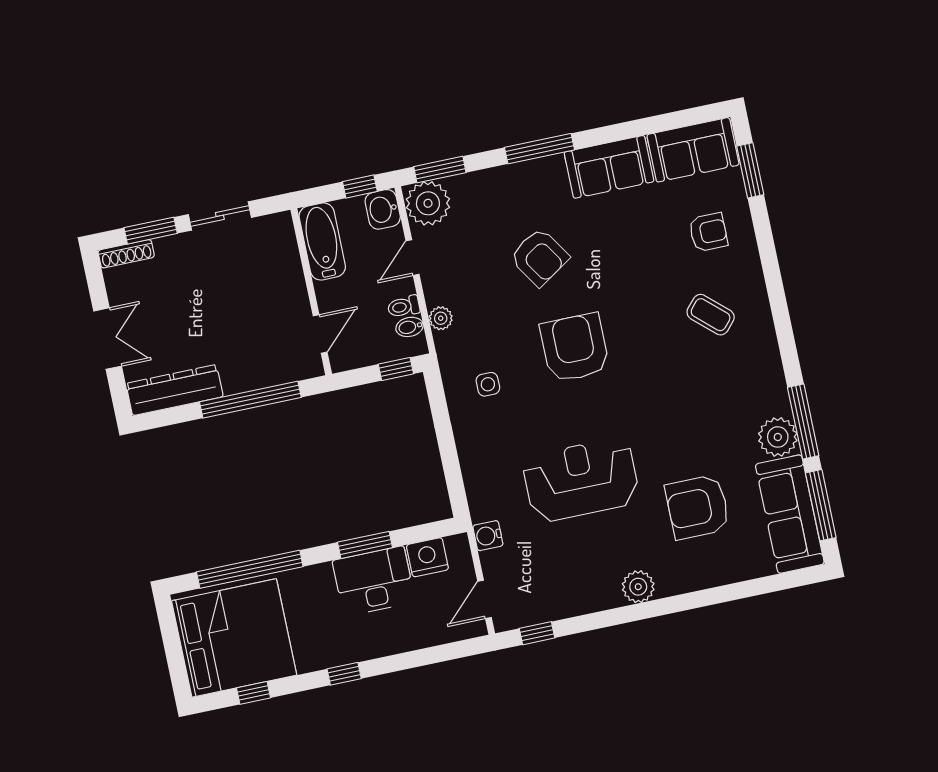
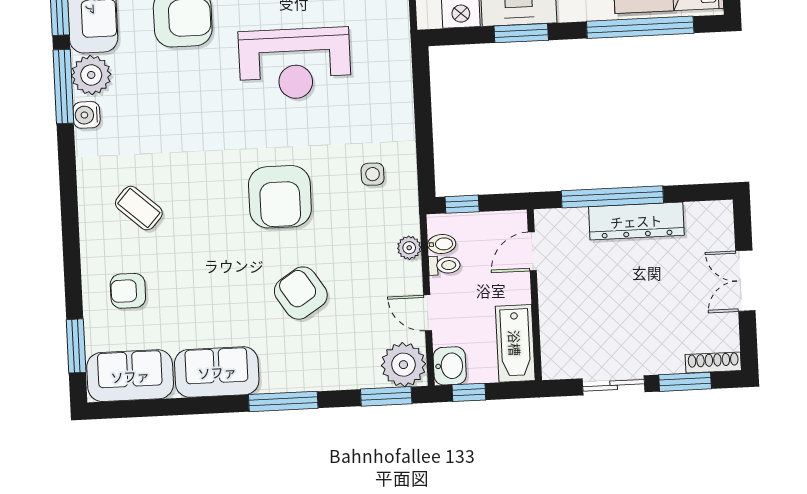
door: (412, 258) -> (428, 313), swing flipped
dresser: (175, 390) -> (636, 221), moved
water cooler: (488, 536) -> (87, 115), moved, turned 180

